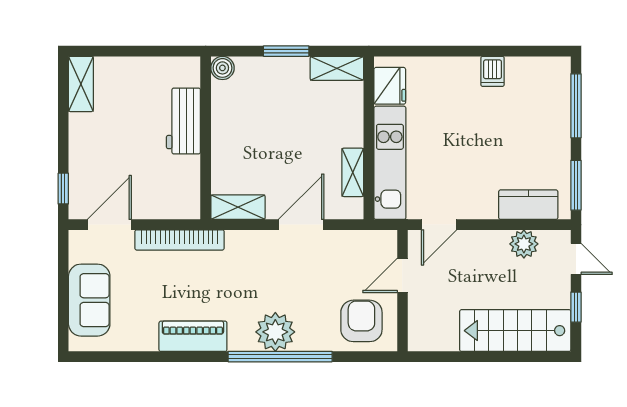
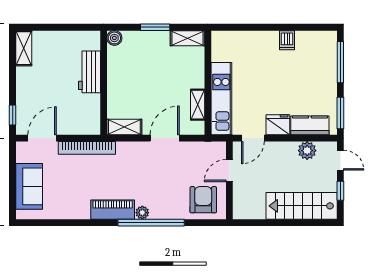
fridge: (390, 86) -> (278, 125), moved, turned -90
plant: (275, 332) -> (142, 213), width x0.53, depth x0.53
piano: (193, 336) -> (113, 210), moved

